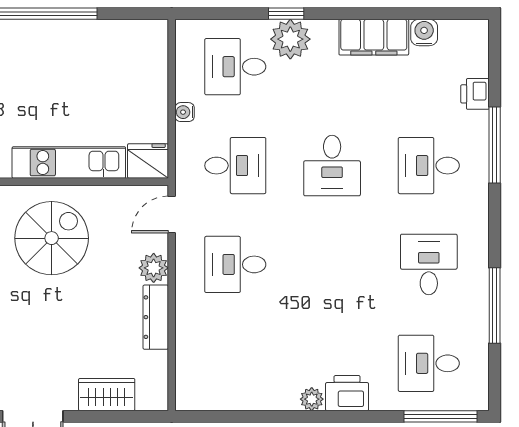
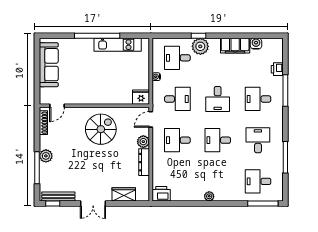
kitchen unit: (69, 163) -> (118, 45), moved, turned 180
desk: (332, 264) -> (218, 140), added
printer: (347, 393) -> (161, 194), moved

